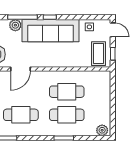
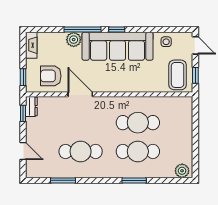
door: (21, 69) -> (80, 94), swing flipped

